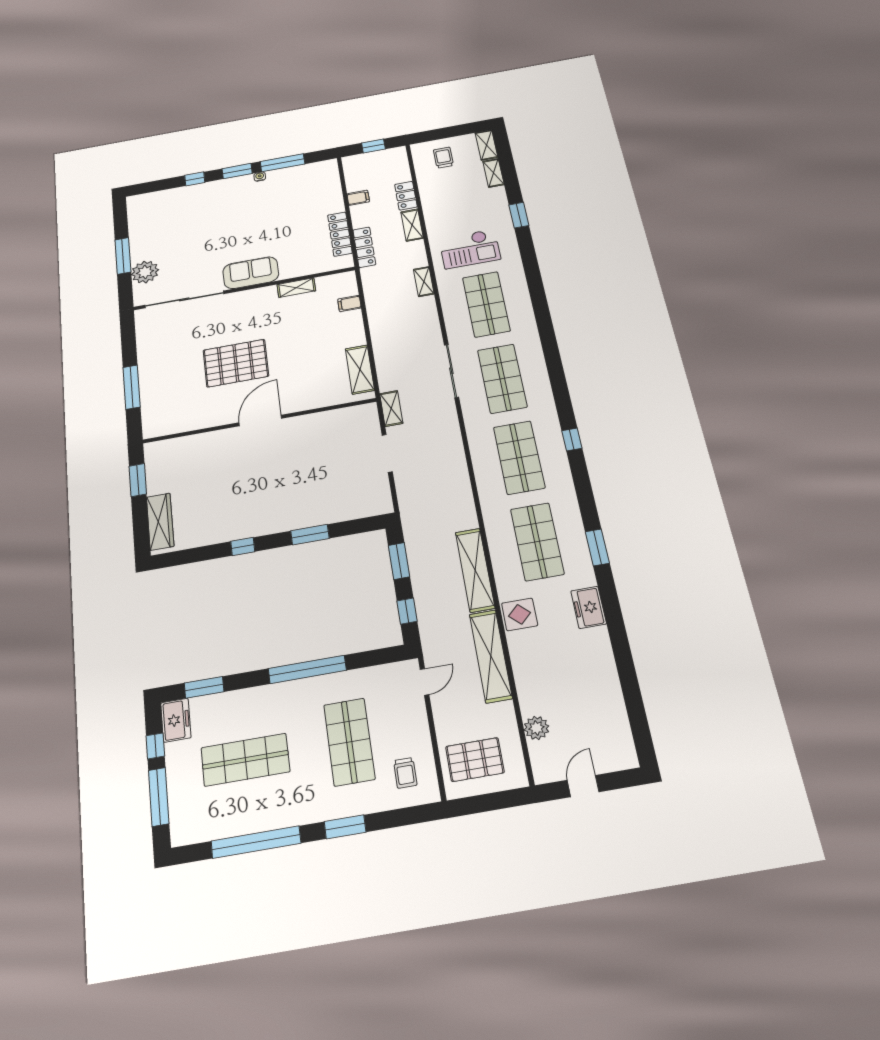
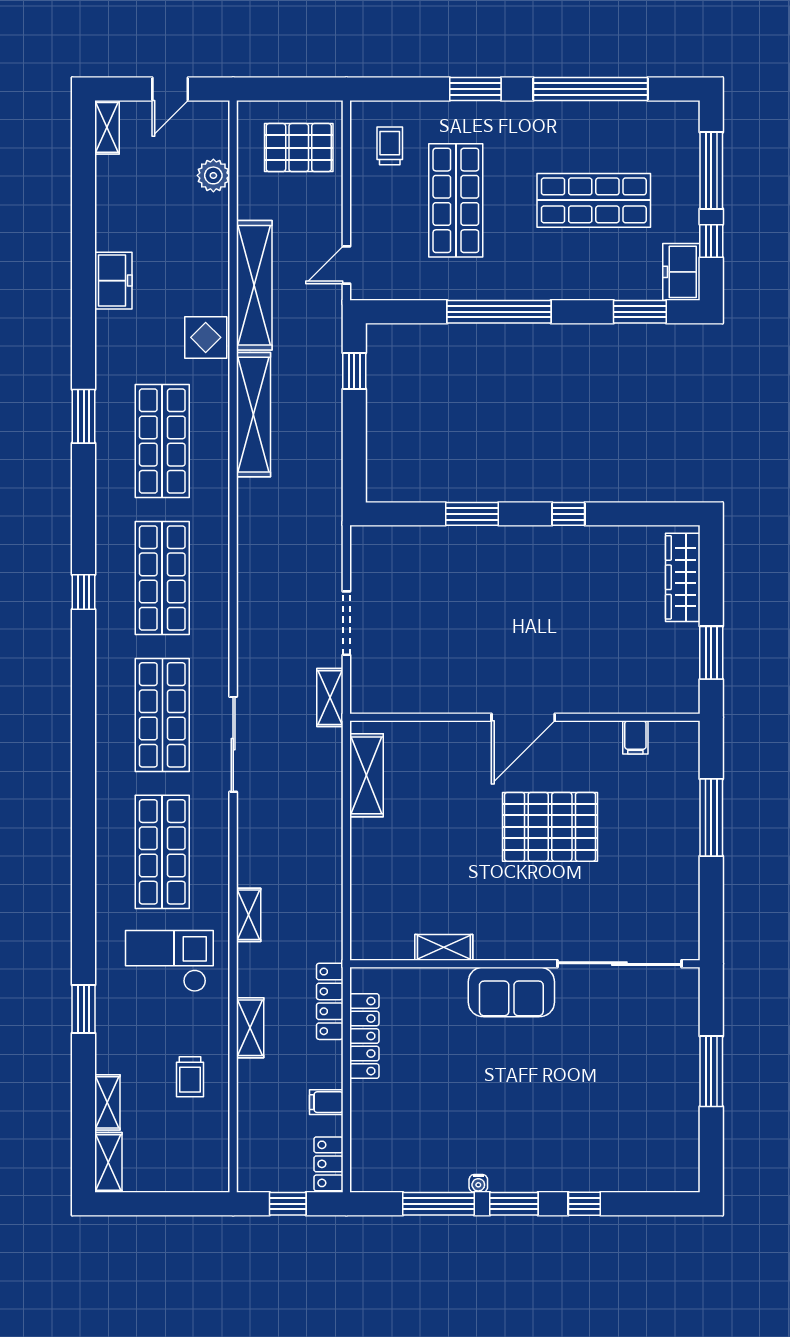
trolley: (443, 158) -> (190, 1077), moved
locker: (406, 196) -> (329, 1164), moved, turned 180
plant: (145, 272) -> (678, 1031), removed
filing cabinet: (349, 304) -> (635, 737), moved, turned 90
window: (399, 561) -> (354, 448), removed
freezer: (589, 607) -> (113, 281), moved
shelving: (626, 749) -> (107, 127), added

